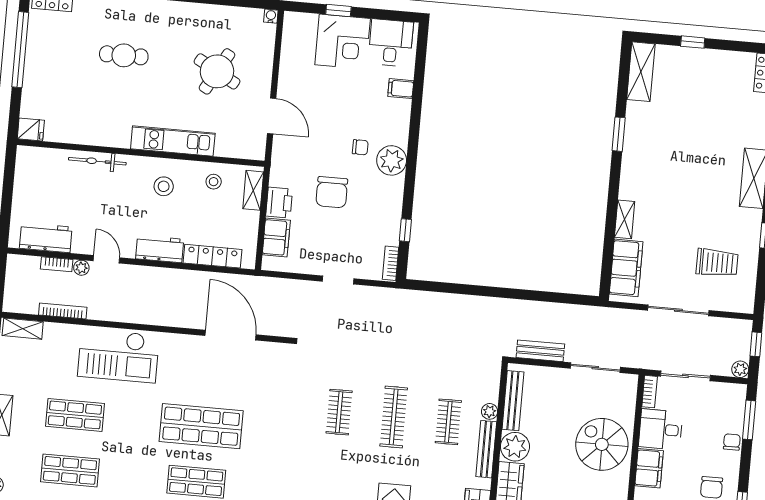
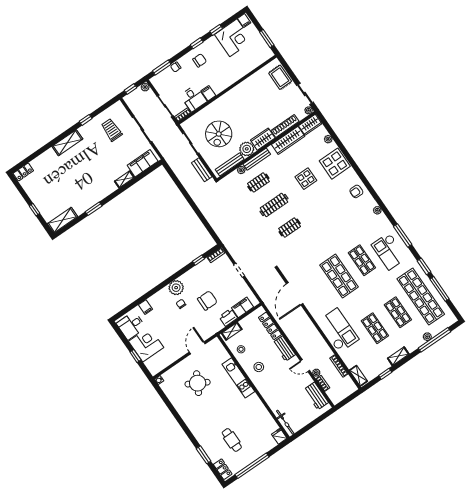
cafe table: (124, 55) -> (232, 440), moved
bicycle: (97, 161) -> (285, 422), moved
door: (106, 259) -> (305, 366), hinge flipped
spiral stairs: (602, 444) -> (219, 134), moved
filing cabinet: (649, 468) -> (208, 93), width x0.50

